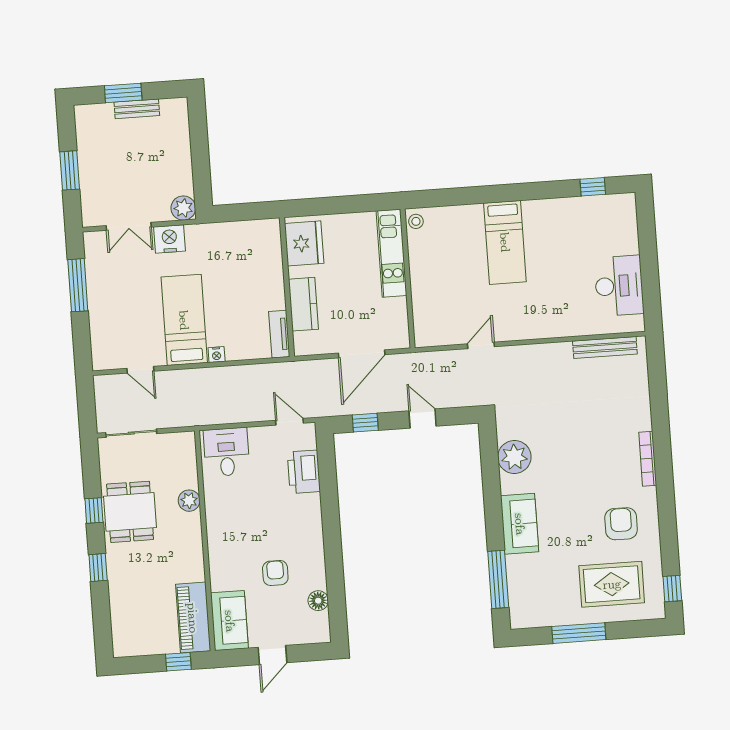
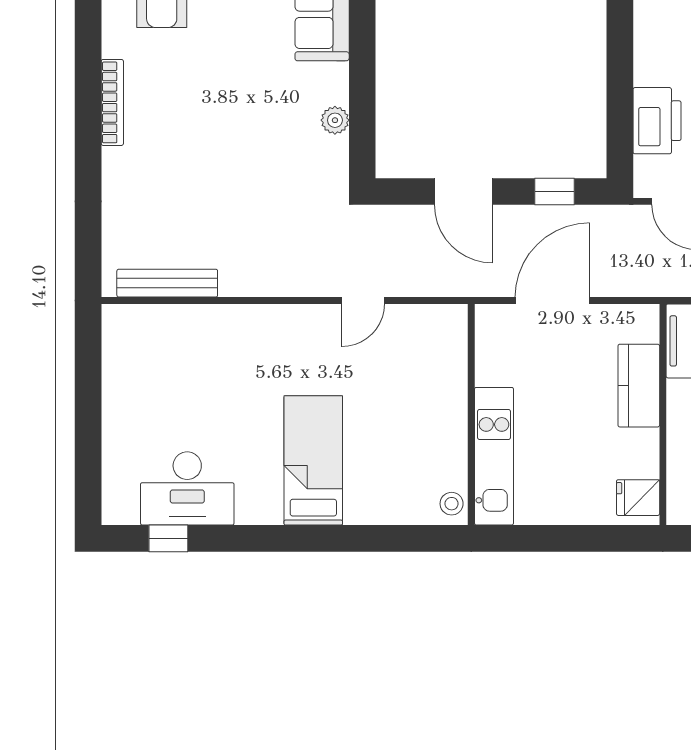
fridge: (304, 243) -> (638, 498), width x0.53, depth x0.75
desk: (619, 286) -> (187, 488), moved, turned -90
door: (423, 418) -> (463, 191), width x1.38
plant: (514, 457) -> (335, 120), width x0.53, depth x0.53

